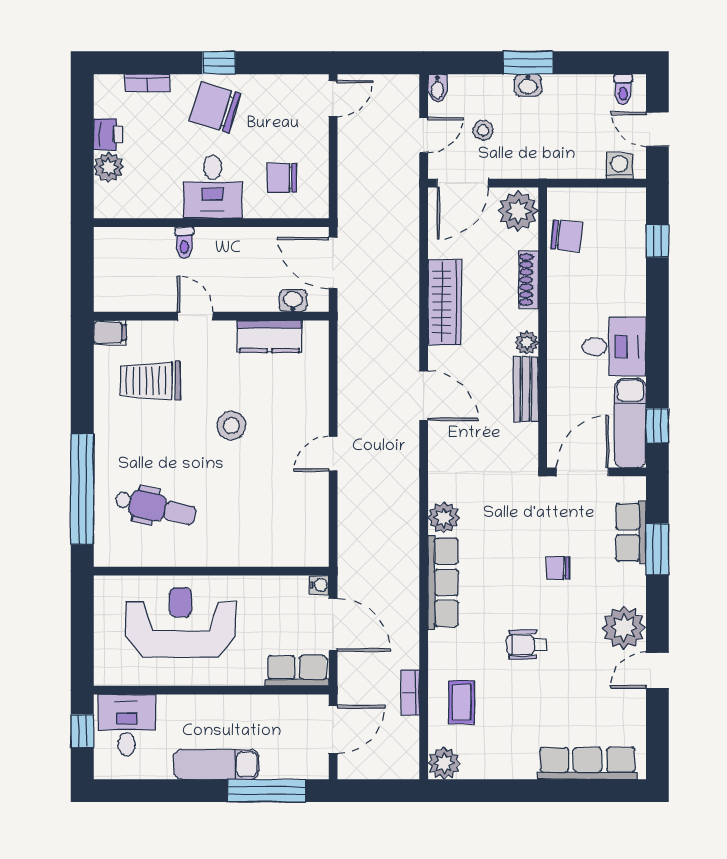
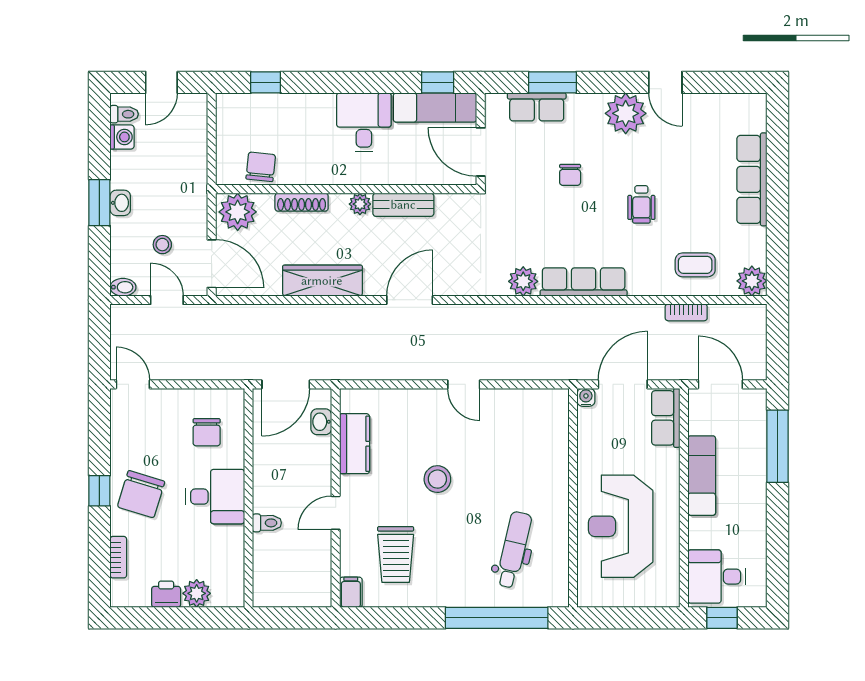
washing machine: (619, 166) -> (122, 137), moved, turned 180
row of seats: (588, 763) -> (752, 179), moved
exam couch: (216, 764) -> (702, 476), moved, turned 180

